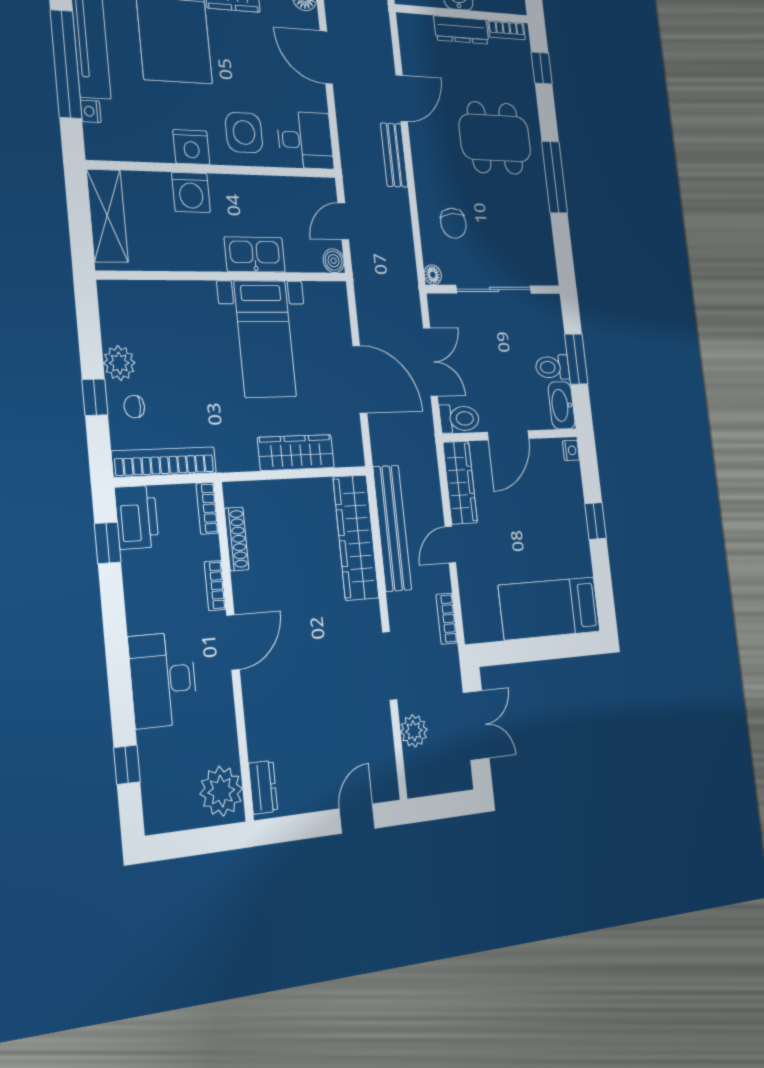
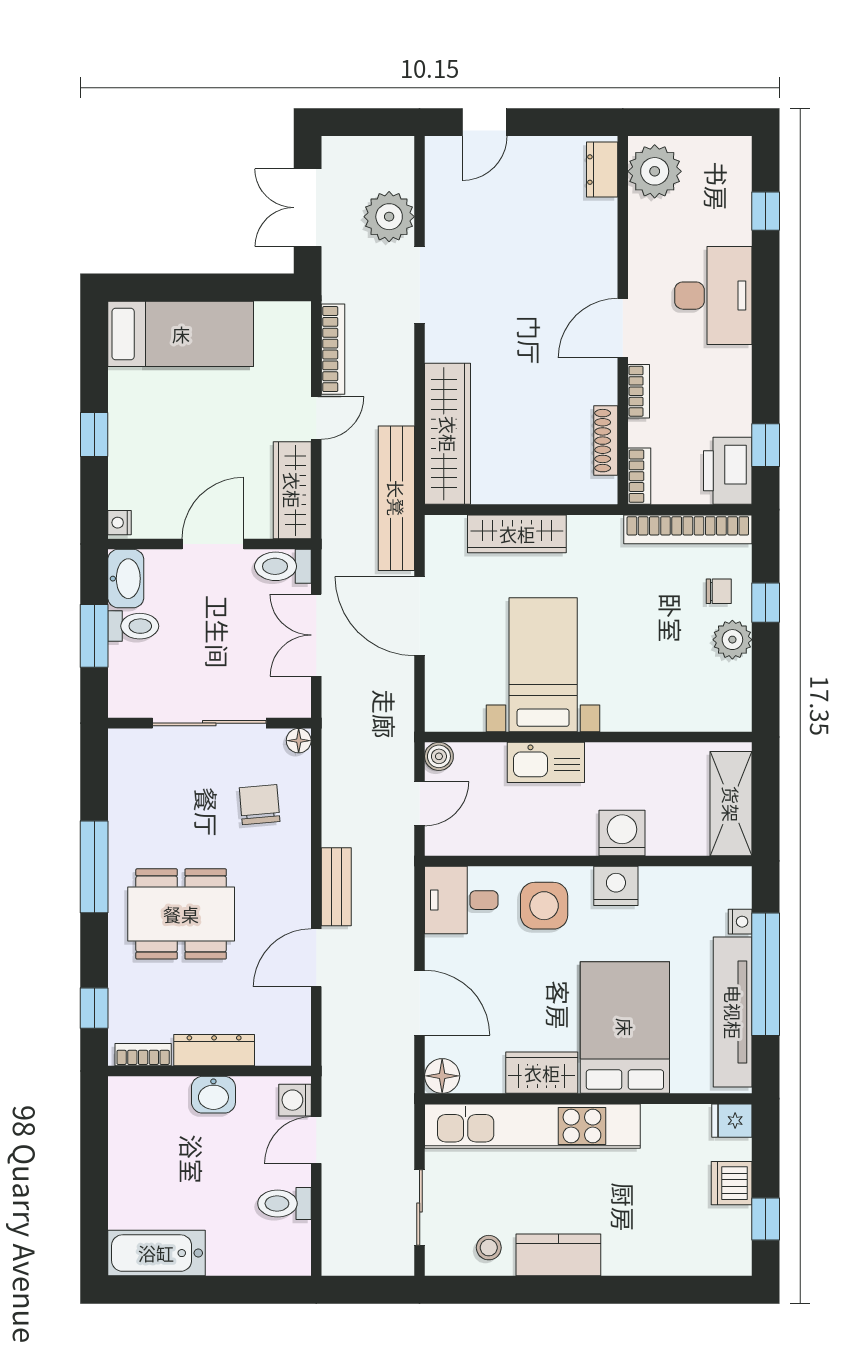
bench: (392, 528) -> (396, 498), moved
bookcase: (447, 619) -> (333, 349), width x1.56
plant: (414, 731) -> (389, 217), width x1.36, depth x1.36

